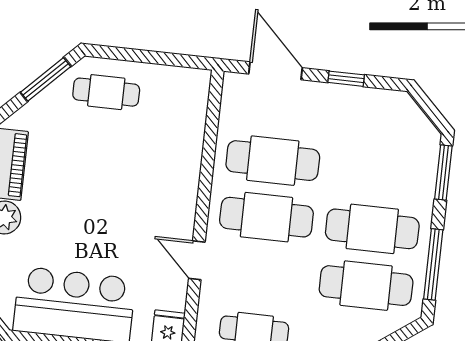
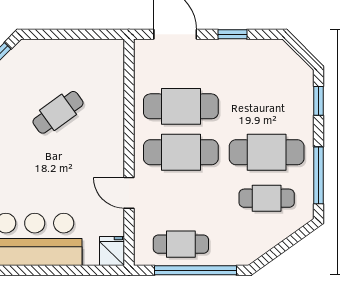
cafe table: (106, 92) -> (58, 112), moved, turned -36
window: (443, 173) -> (319, 101), width x0.67
cafe table: (366, 286) -> (267, 198), width x0.73, depth x0.74

